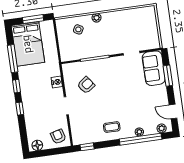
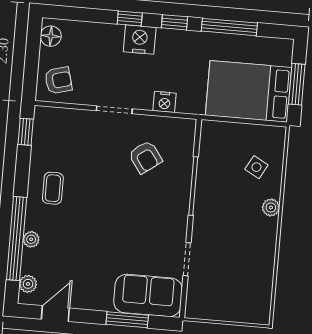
bed: (28, 44) -> (249, 91), moved
nightstand: (29, 101) -> (140, 39), added

